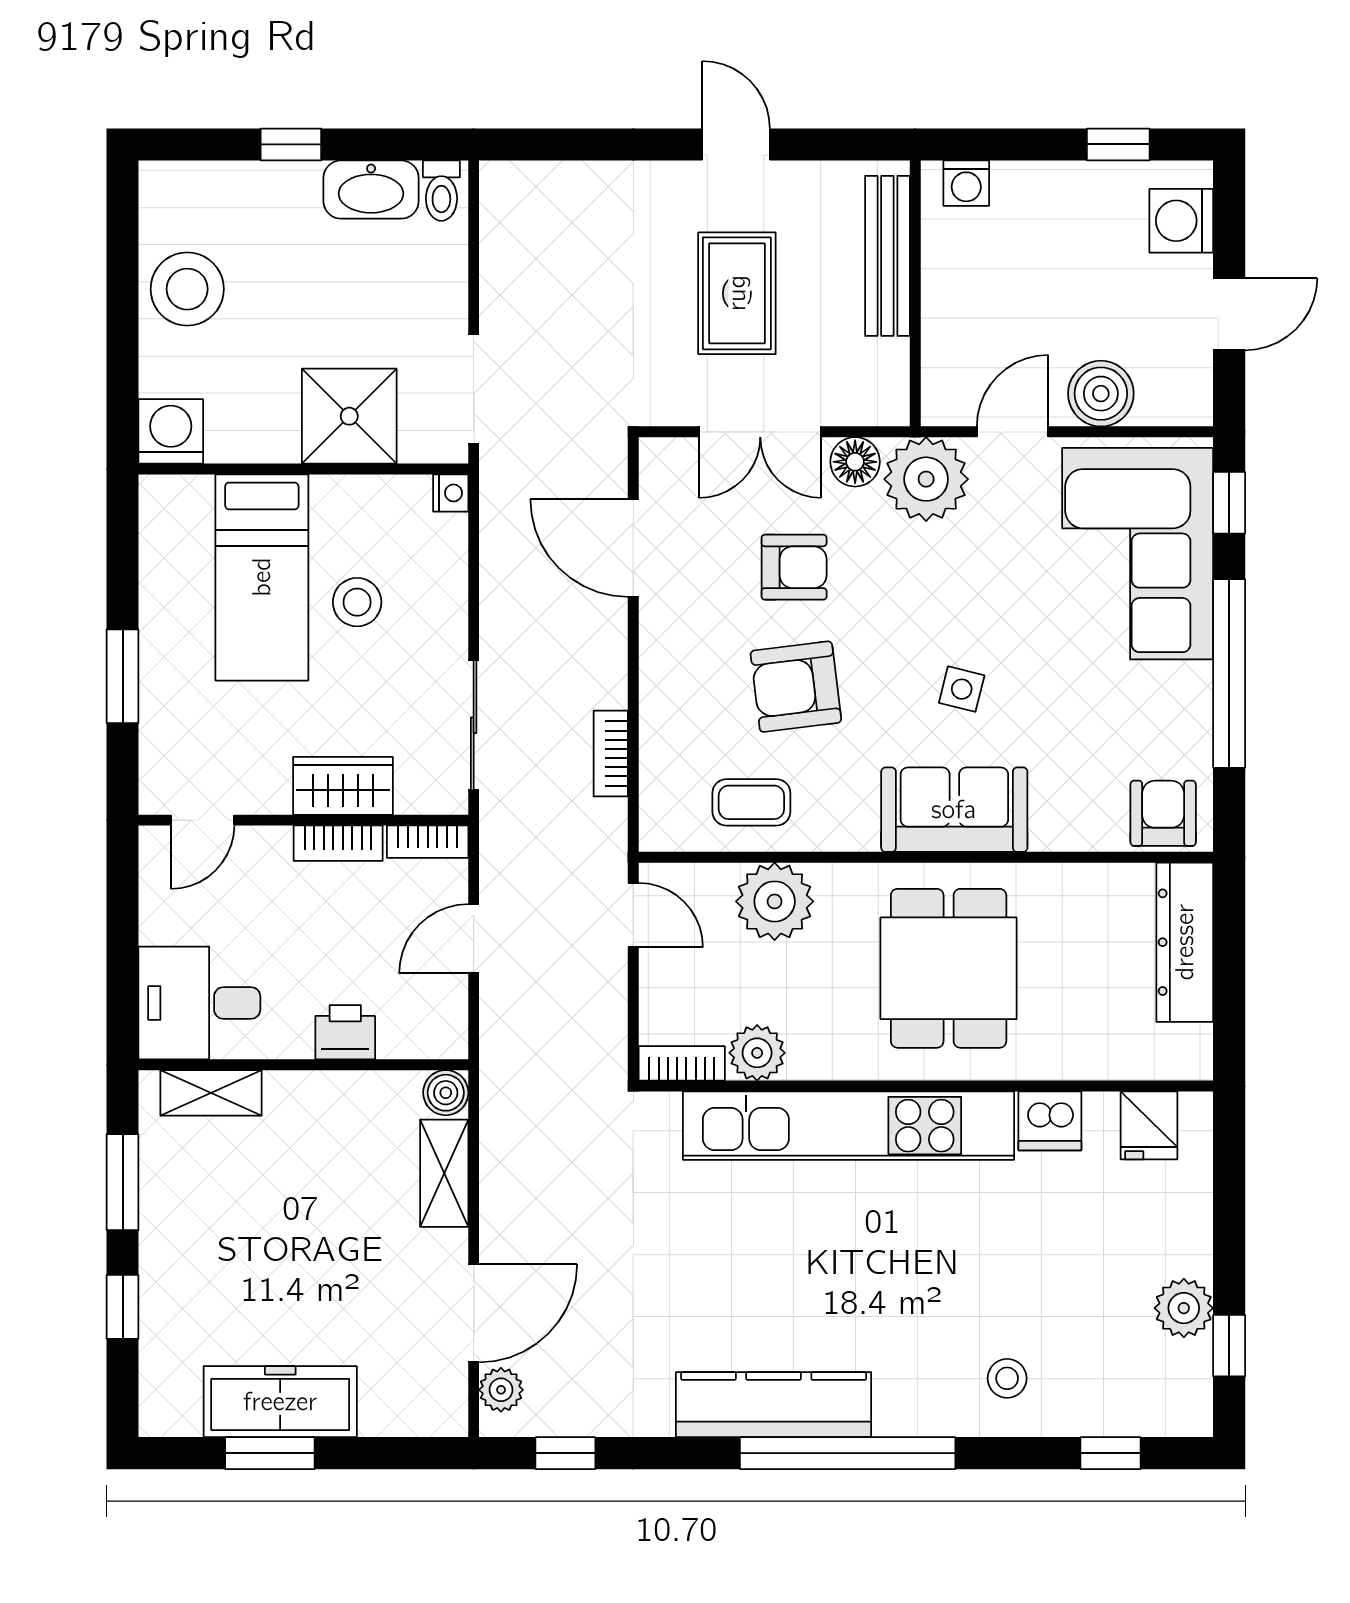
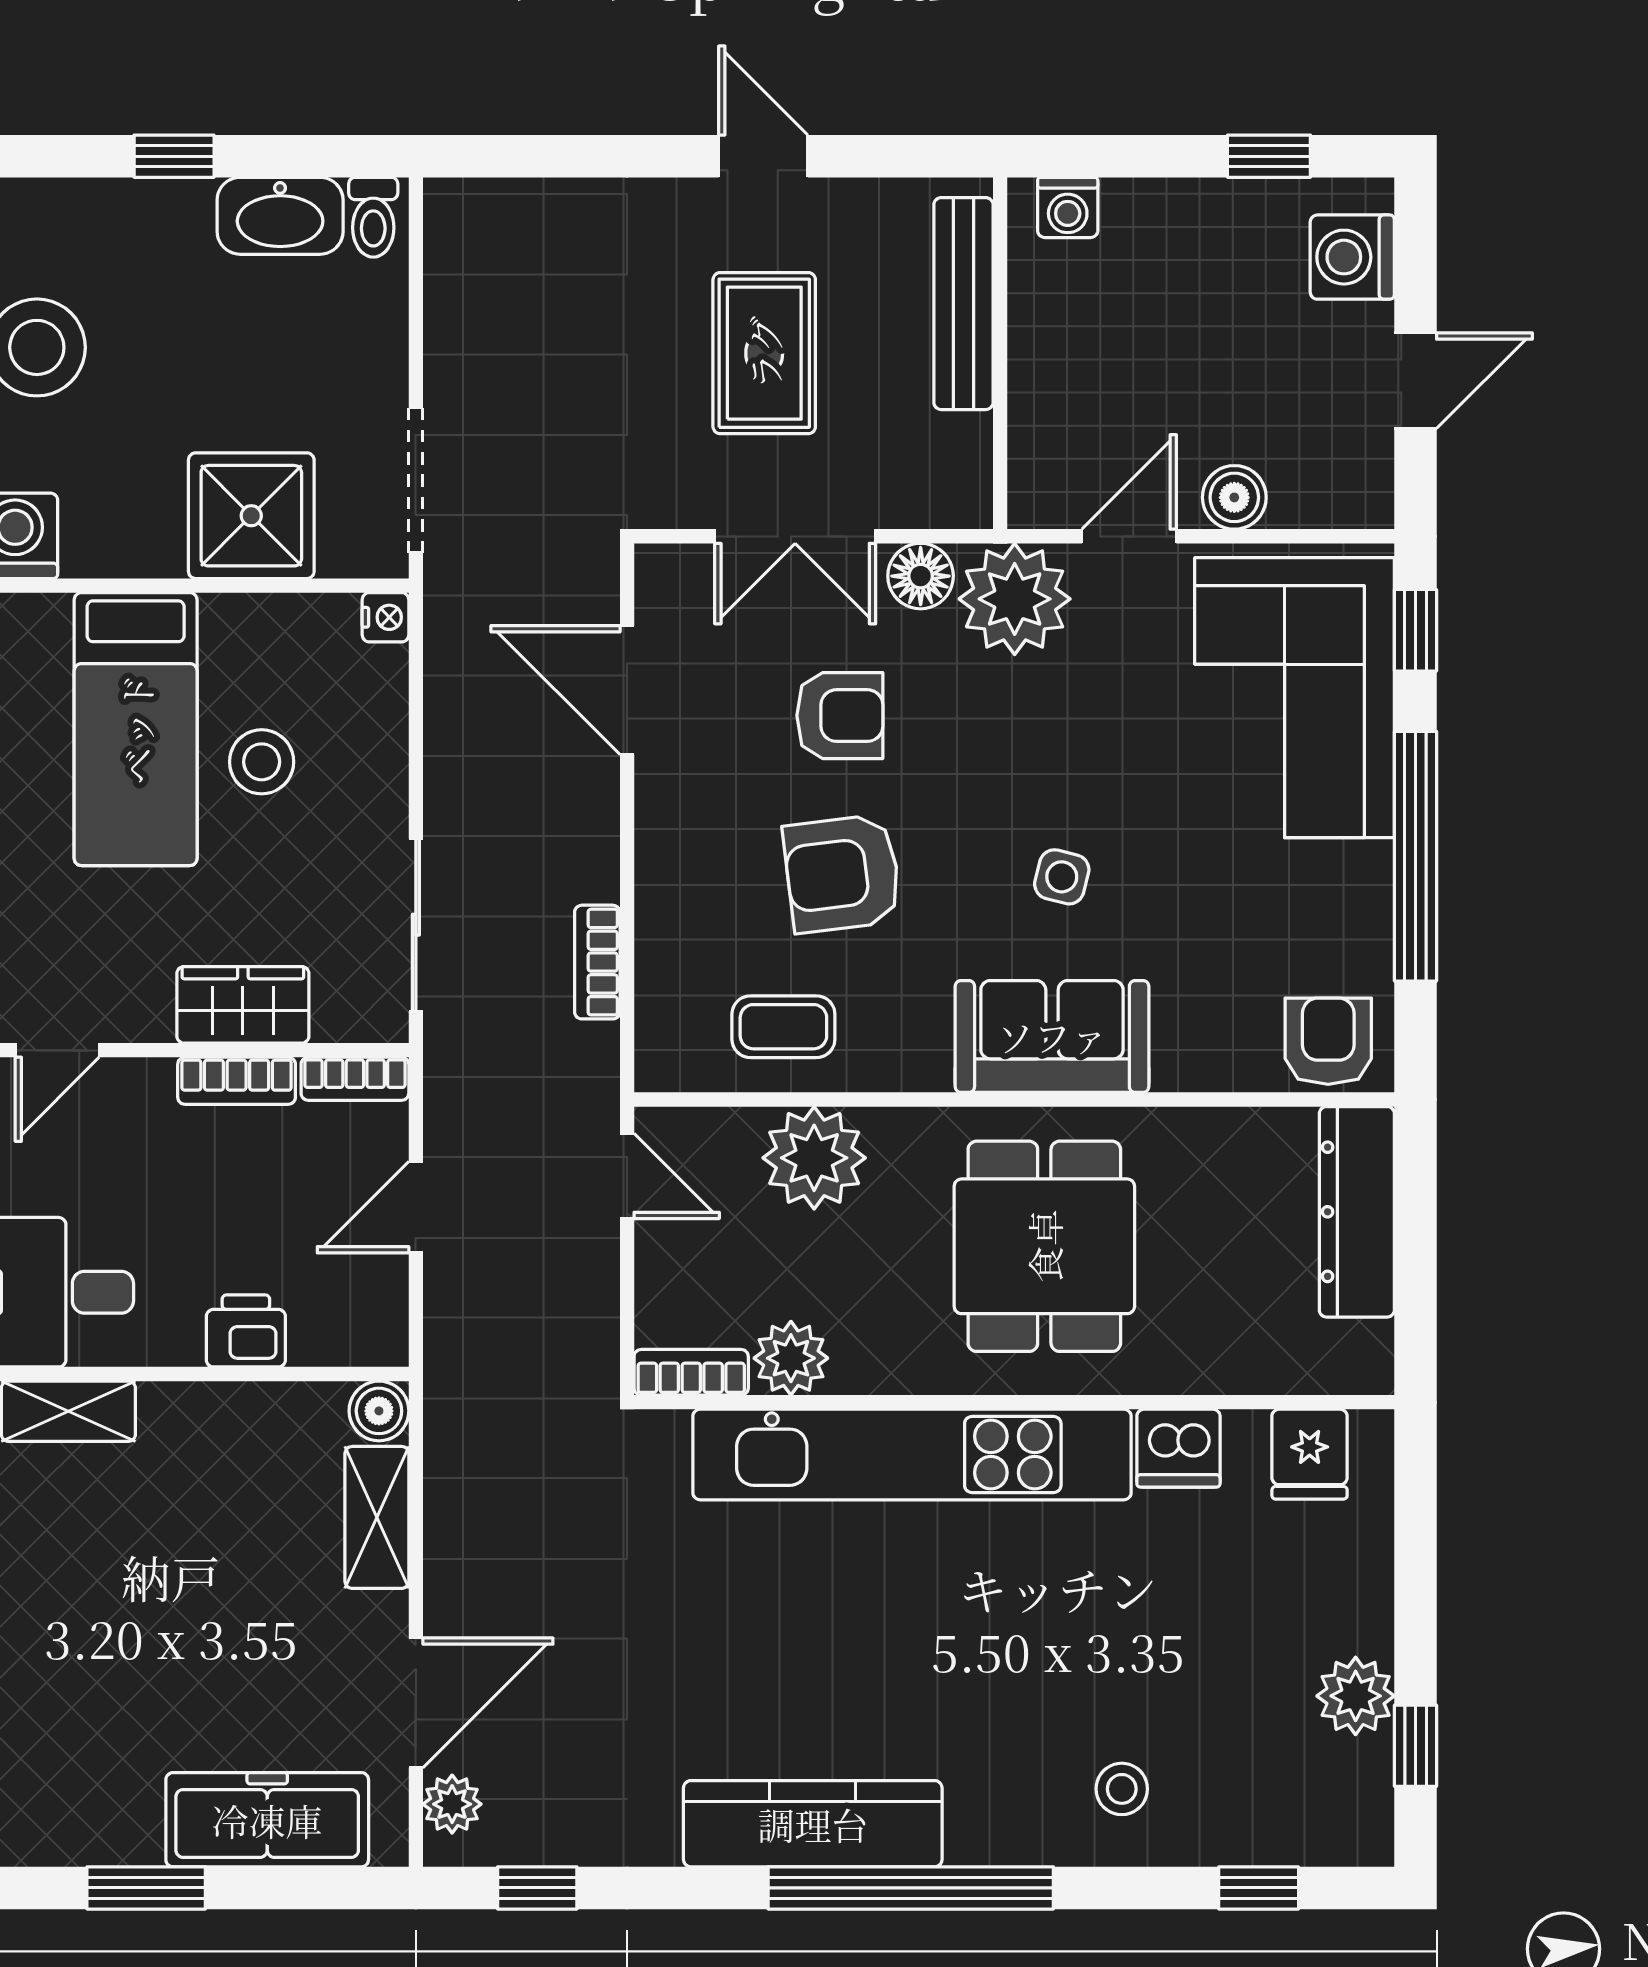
boiler: (1101, 394) -> (1234, 497), width x0.73, depth x0.73
freezer: (280, 1402) -> (267, 1820), moved

